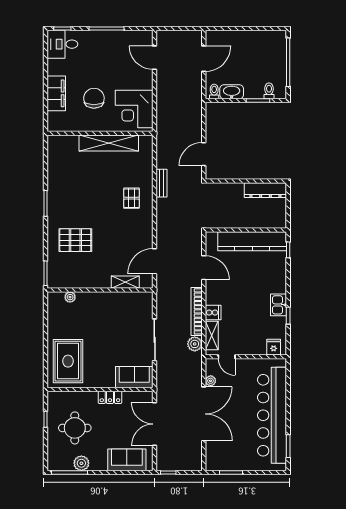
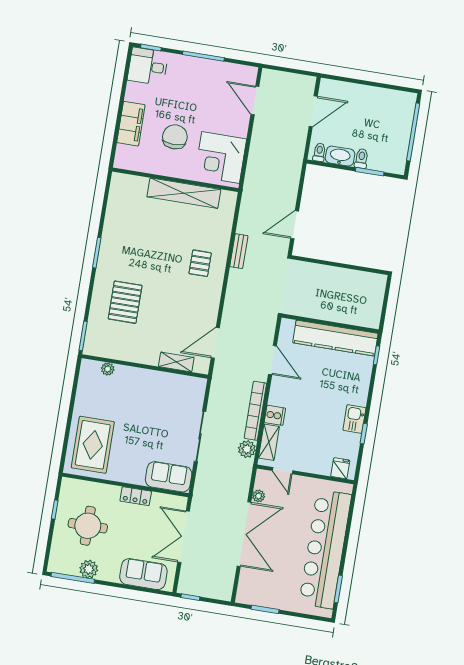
toilet: (269, 91) -> (361, 158), moved
dresser: (265, 190) -> (361, 280), removed
pallet: (75, 240) -> (125, 302), turned 90

